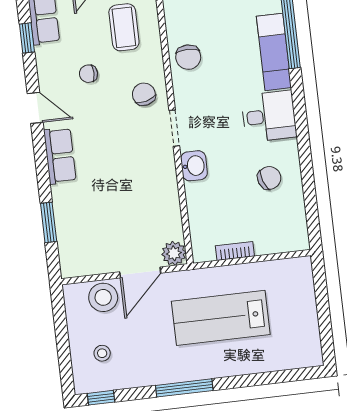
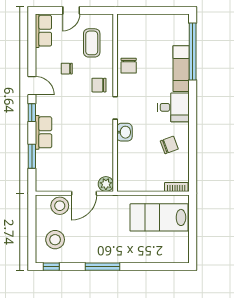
window: (27, 38) -> (32, 113), moved
chair: (144, 94) -> (99, 85), turned -76
row of seats: (60, 156) -> (44, 132), moved
bookcase: (235, 251) -> (176, 187), moved
lab bench: (221, 318) -> (159, 217), moved
stool: (102, 353) -> (55, 240), width x1.89, depth x1.89

